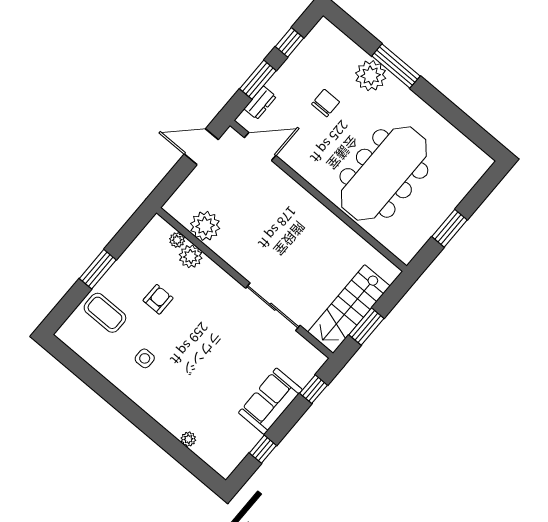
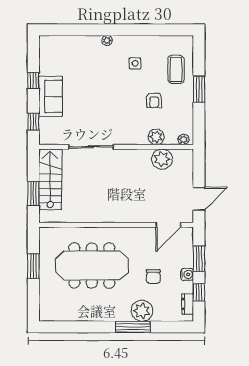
water cooler: (286, 73) -> (187, 274), added
dresser: (260, 103) -> (188, 304), moved
meeting table: (384, 173) -> (92, 265), turned 90
plant: (177, 240) -> (183, 139), moved
coffee table: (105, 313) -> (176, 70), turned 90
window: (366, 327) -> (33, 193), moved
plant: (188, 439) -> (107, 40), moved
window: (263, 449) -> (33, 81), moved

